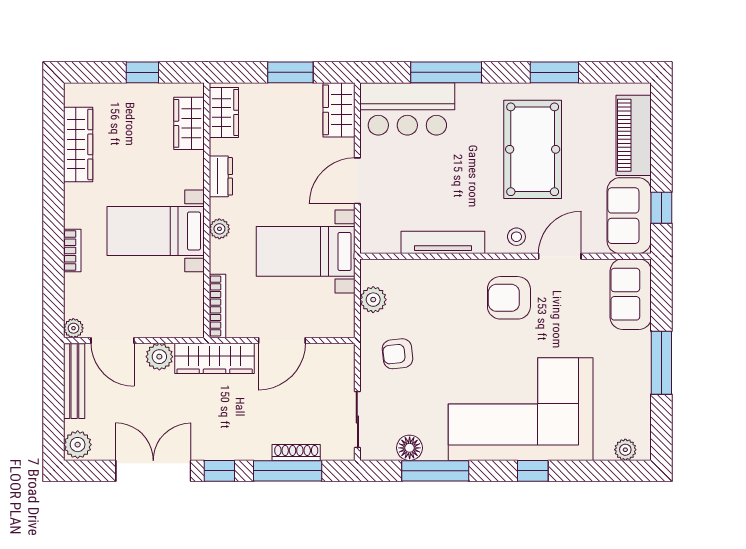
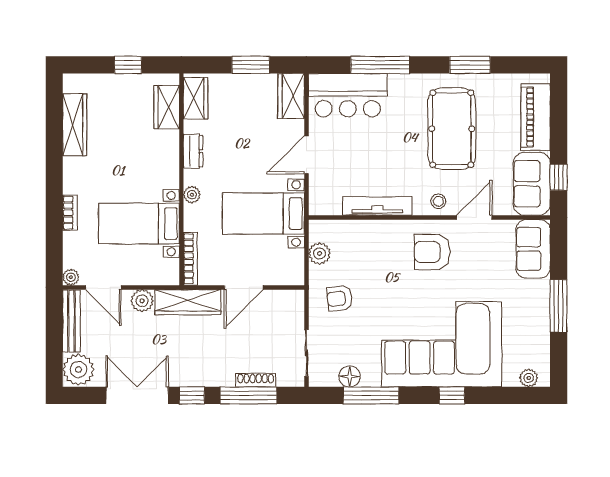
bed with nightstands: (156, 231) -> (139, 224), moved
plant: (78, 445) -> (78, 370), width x1.36, depth x1.36

